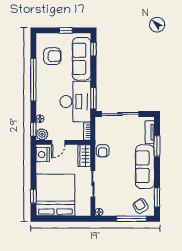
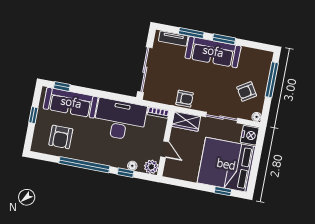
armchair: (52, 56) -> (61, 137), turned 180
window: (94, 98) -> (120, 98), removed
window: (33, 129) -> (126, 173), moved
nightstand: (43, 155) -> (250, 135), moved, turned -90
window: (157, 197) -> (224, 39), moved
armchair: (141, 206) -> (247, 91), moved

